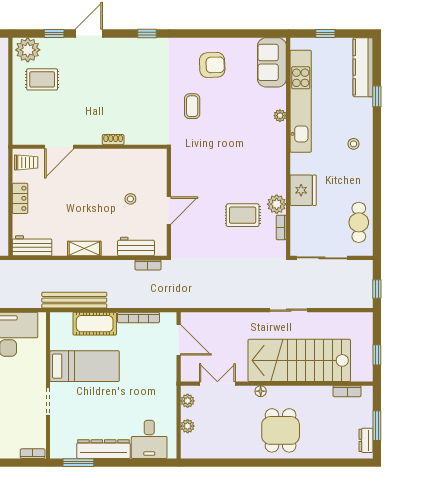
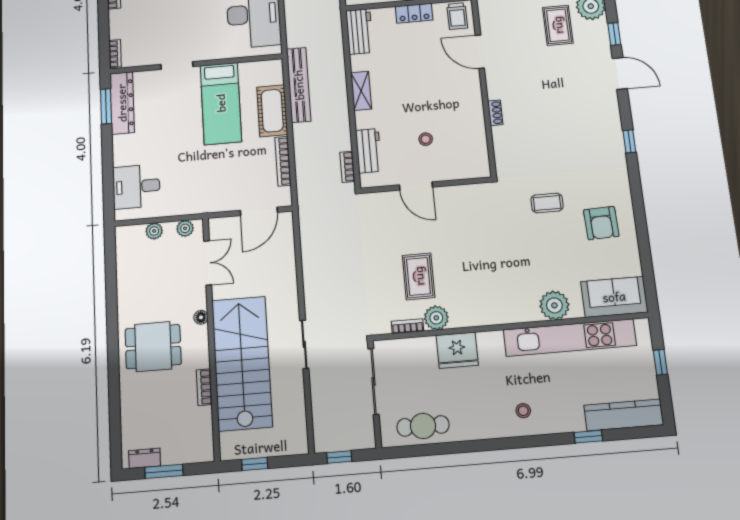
plant: (280, 116) -> (554, 305), width x1.87, depth x1.87
bookcase: (347, 391) -> (204, 387), moved
dresser: (103, 449) -> (122, 103), moved

